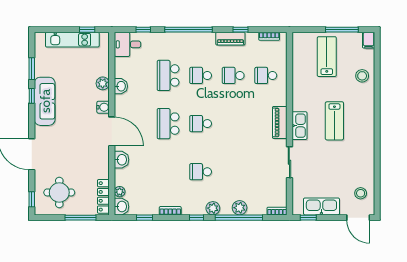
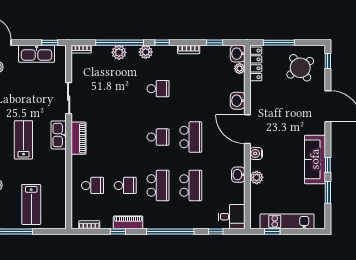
school desk: (201, 75) -> (158, 185), width x1.85
round table: (59, 192) -> (300, 68), turned -35

